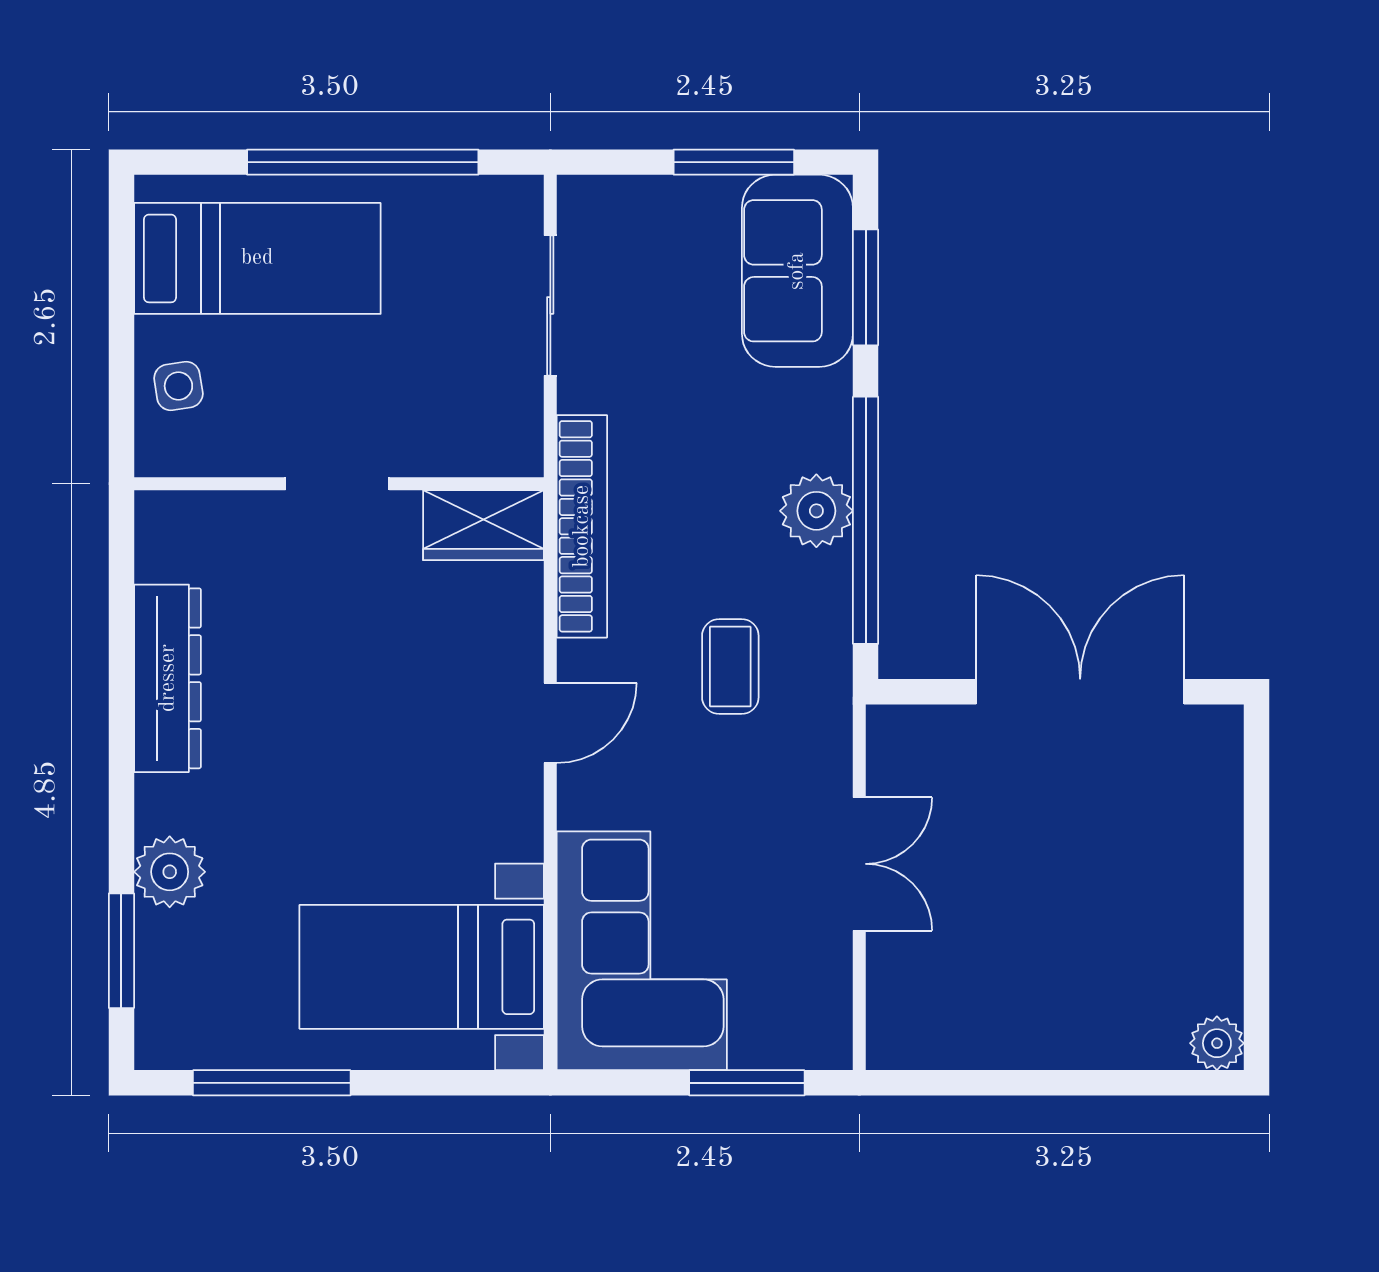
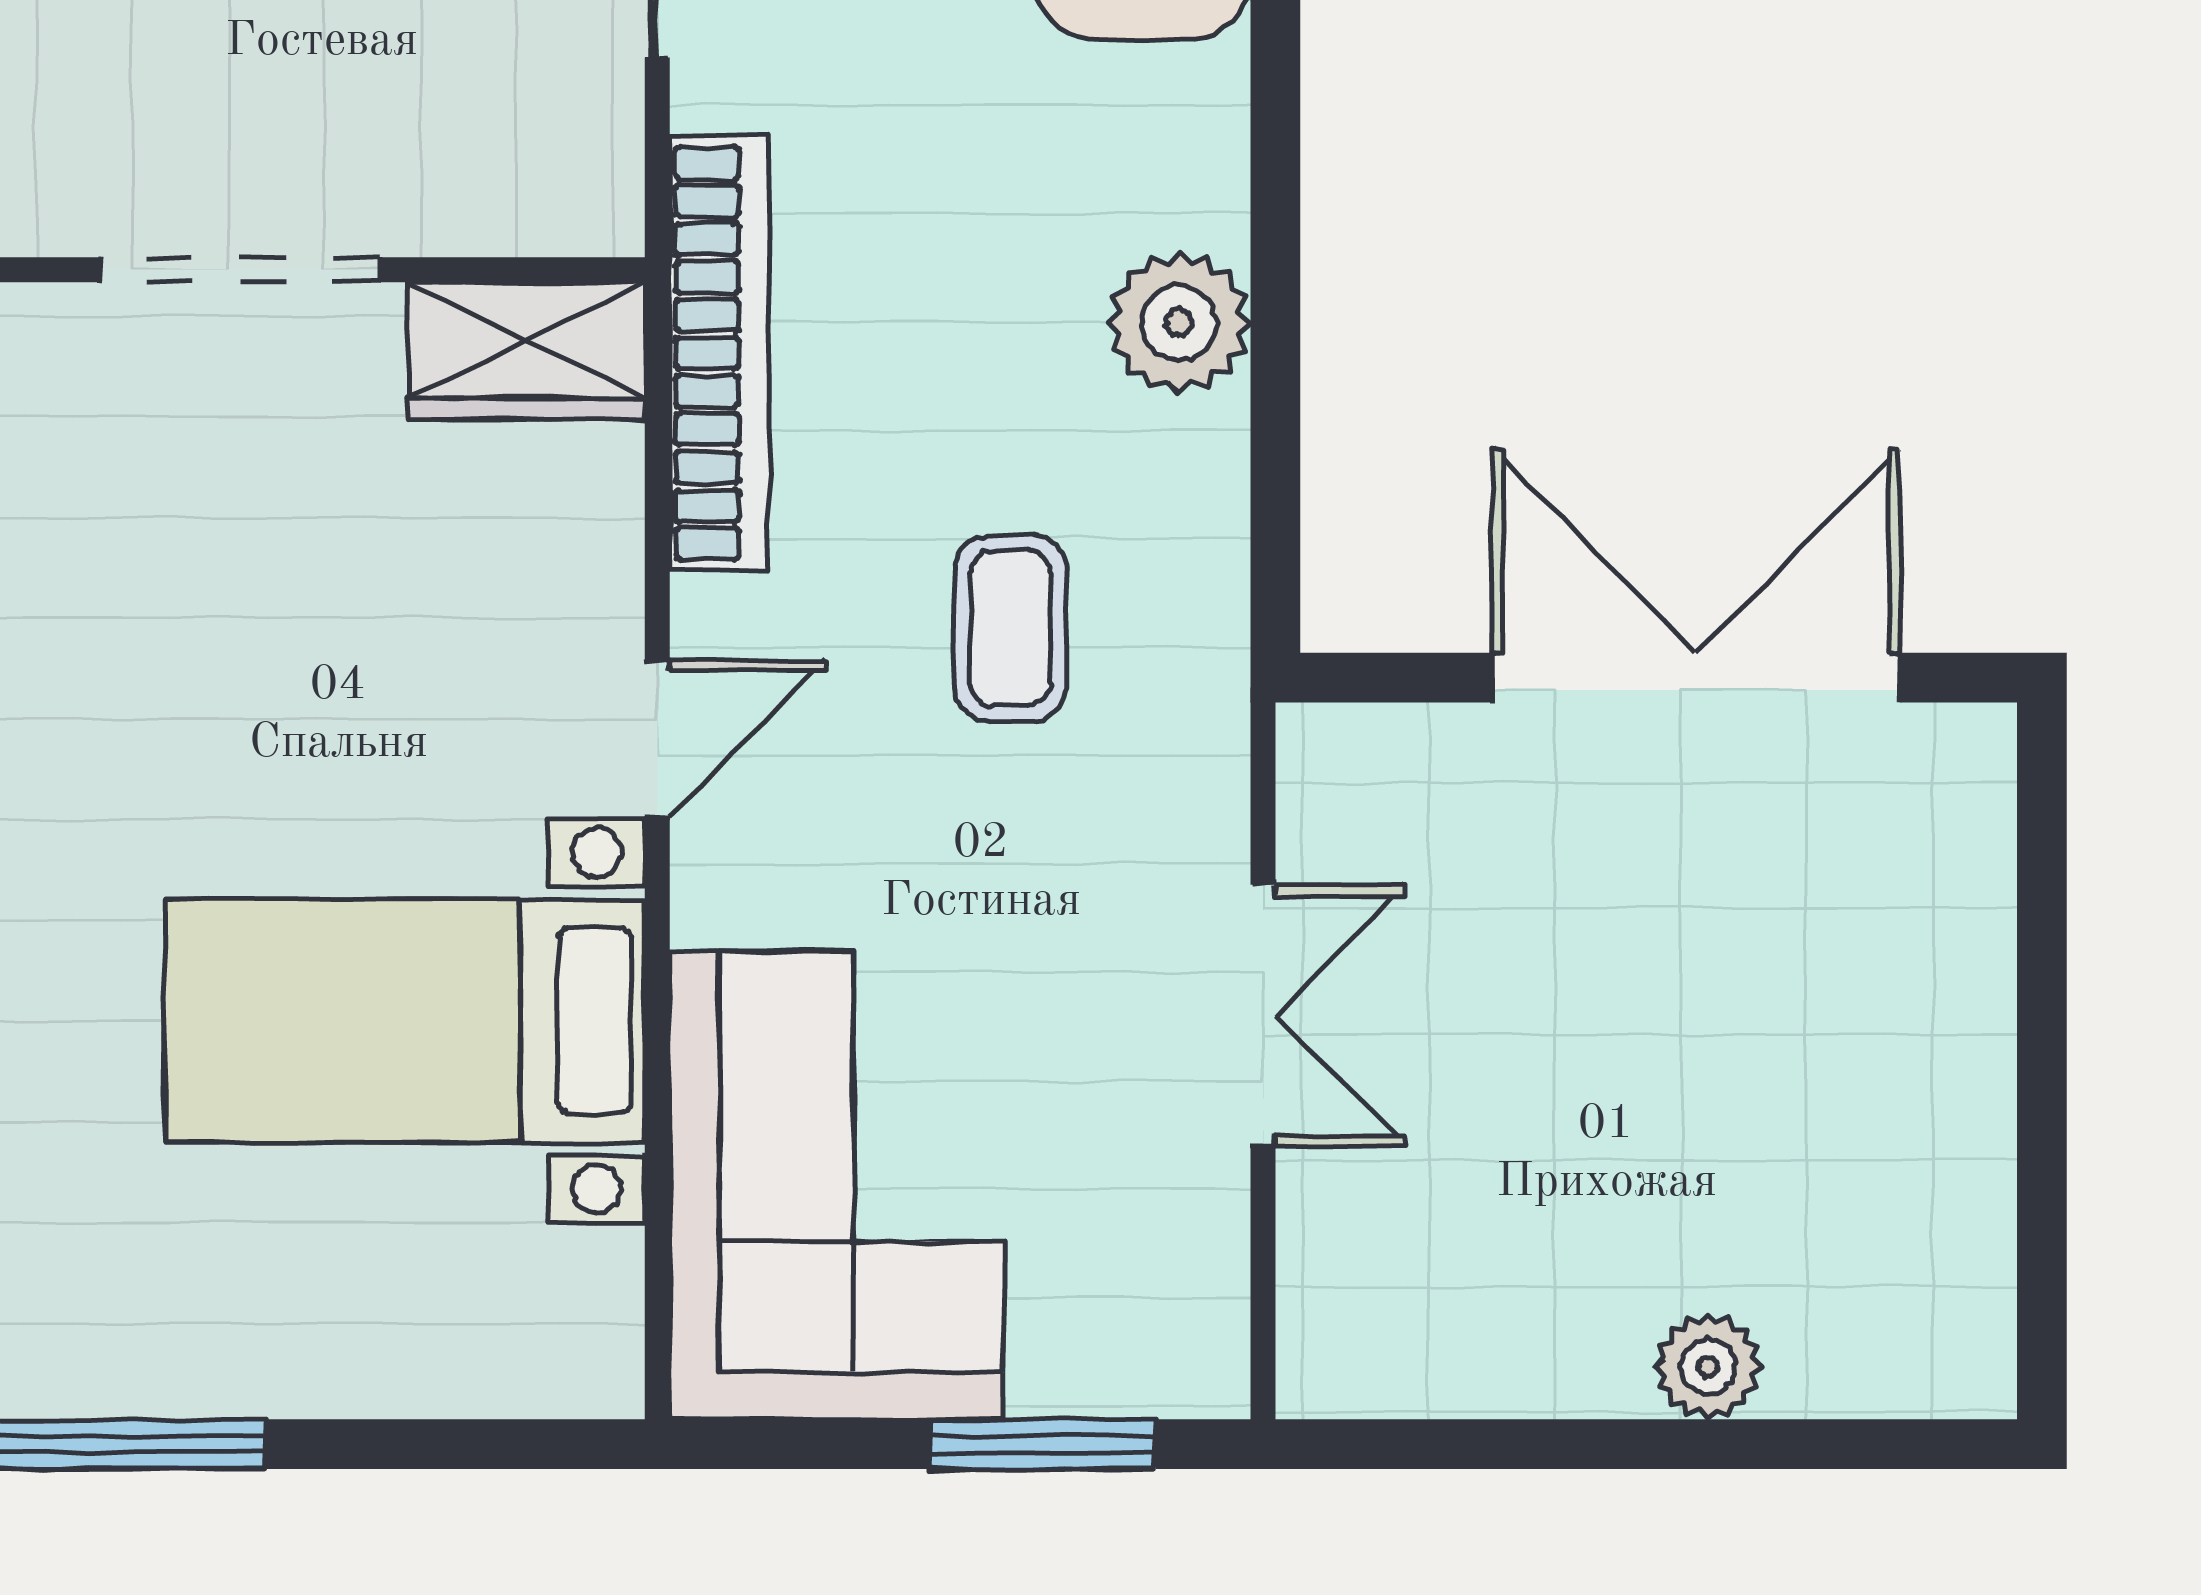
doorway: (337, 484) -> (240, 270), width x1.38
window: (866, 520) -> (1275, 341), removed
bed with nightstands: (422, 967) -> (405, 1021), moved
plant: (1217, 1043) -> (1708, 1367), moved

